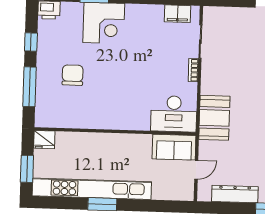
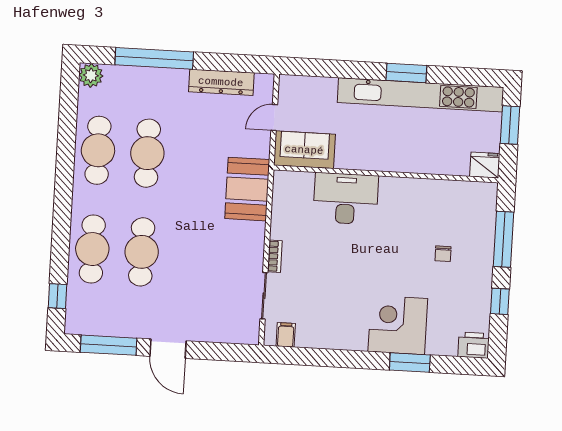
filing cabinet: (178, 14) -> (286, 335), width x0.50
chair: (73, 75) -> (443, 254), width x0.54, depth x0.54
desk: (174, 114) -> (346, 199), moved

